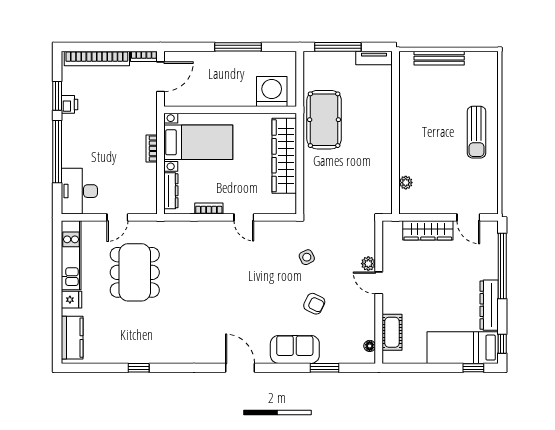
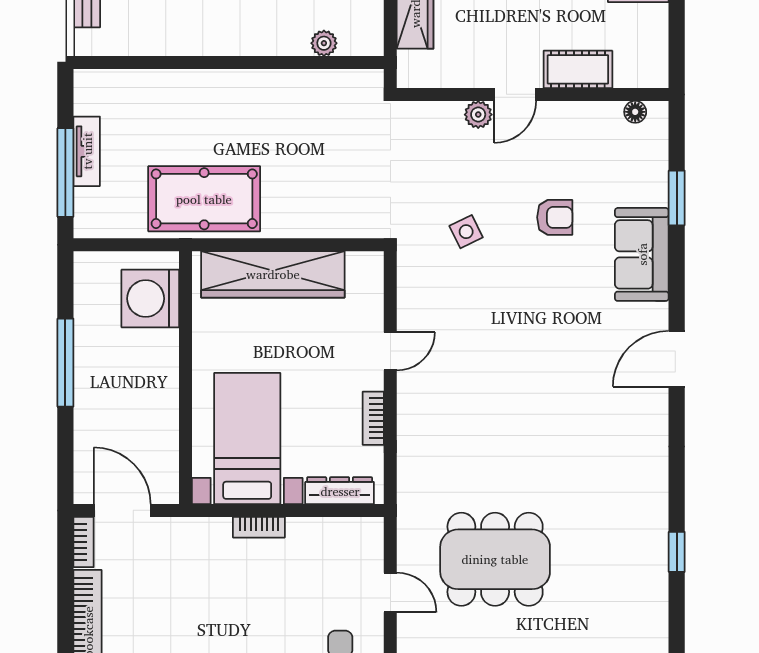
tv unit: (374, 58) -> (87, 151), moved
armchair: (314, 304) -> (555, 217), turned 64
cot: (392, 332) -> (578, 69), moved

